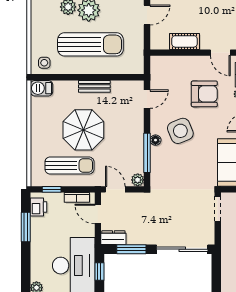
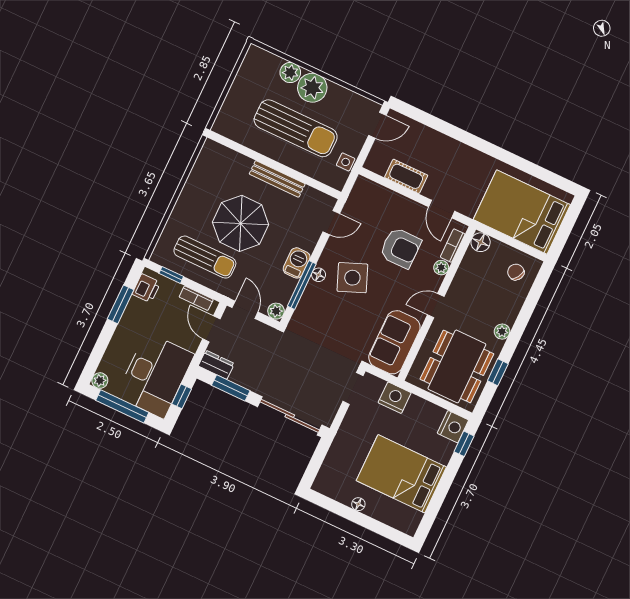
side table: (44, 63) -> (346, 162), moved
bench: (94, 86) -> (277, 179), width x1.36
barbecue: (41, 88) -> (297, 263), moved, turned 90

